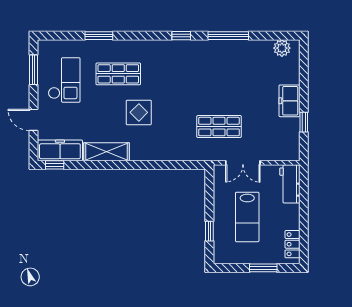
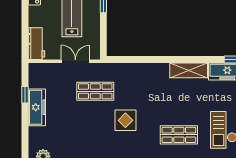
freezer: (289, 101) -> (37, 107), width x1.40
display table: (139, 112) -> (125, 120), moved

